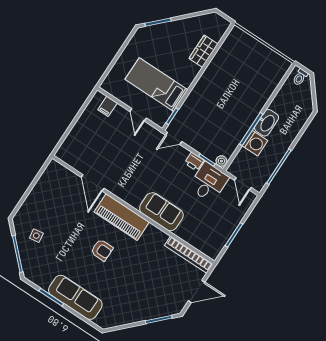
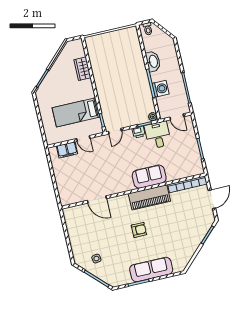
filing cabinet: (107, 106) -> (67, 150), width x2.00
washbasin: (267, 123) -> (153, 61), moved
piano: (122, 217) -> (149, 197), moved

